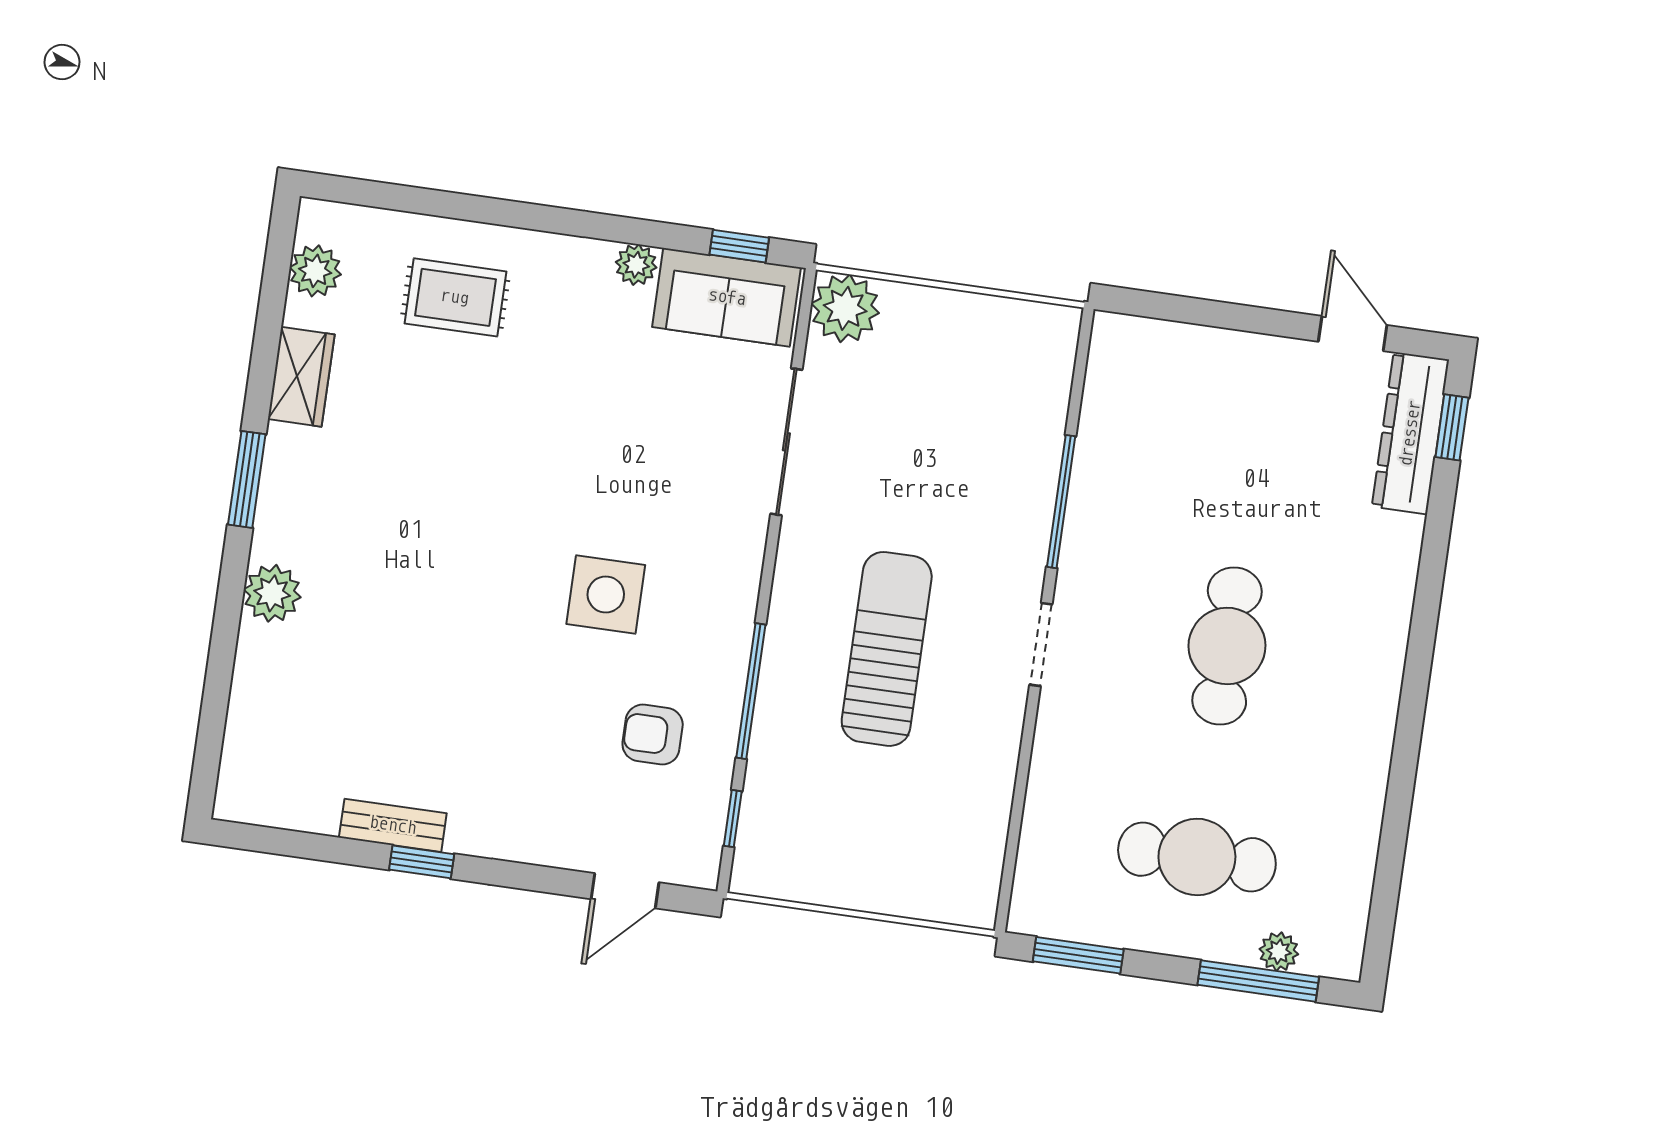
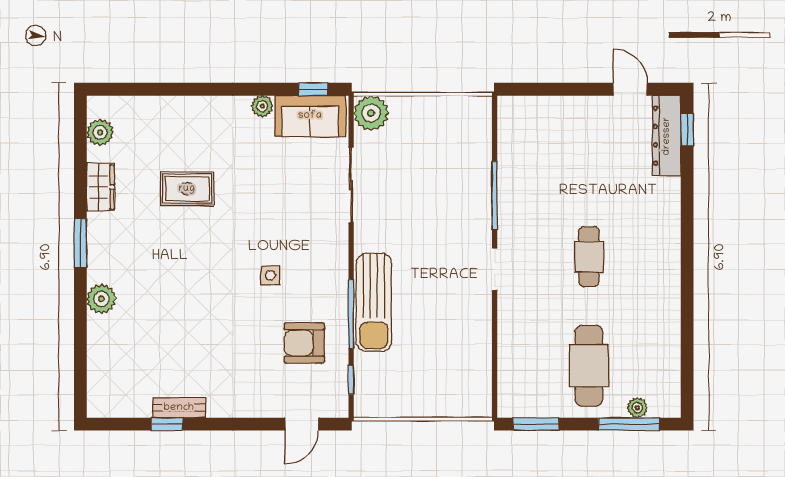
rug: (455, 297) -> (187, 189), moved
side table: (606, 594) -> (271, 275), width x0.54, depth x0.54
cafe table: (1227, 646) -> (589, 257), width x0.73, depth x0.74
sun lounger: (887, 649) -> (374, 302), moved, turned 180
armchair: (653, 735) -> (304, 343), width x1.38, depth x1.38
cafe table: (1197, 857) -> (589, 366), turned 90
window: (422, 862) -> (167, 424), moved

